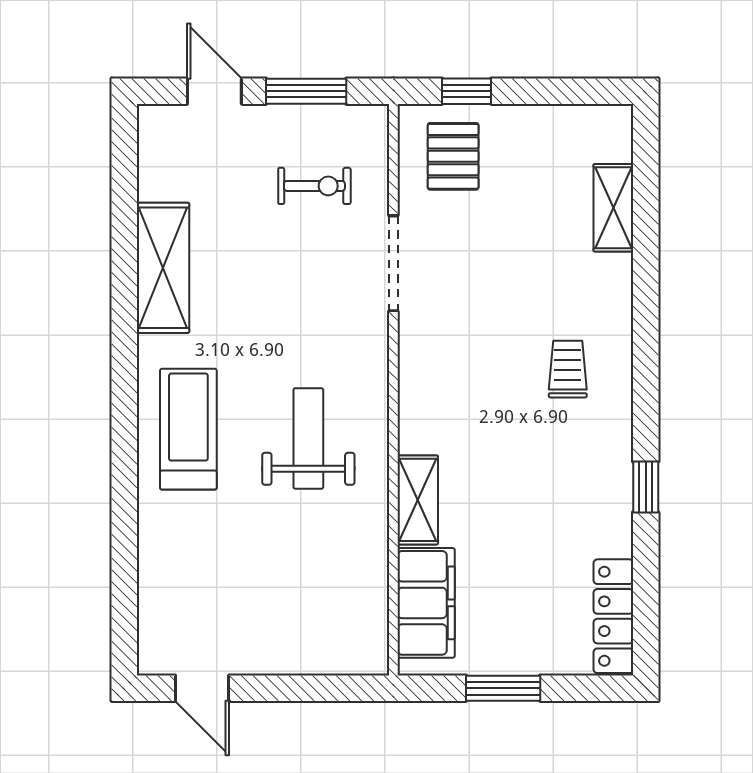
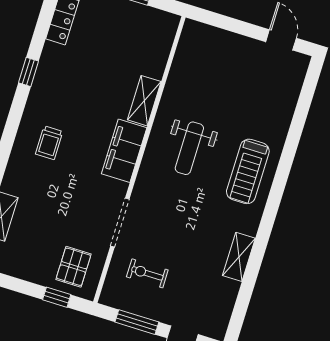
shelving: (163, 268) -> (239, 257), width x0.67, depth x0.75
filing cabinet: (426, 603) -> (124, 151), moved

